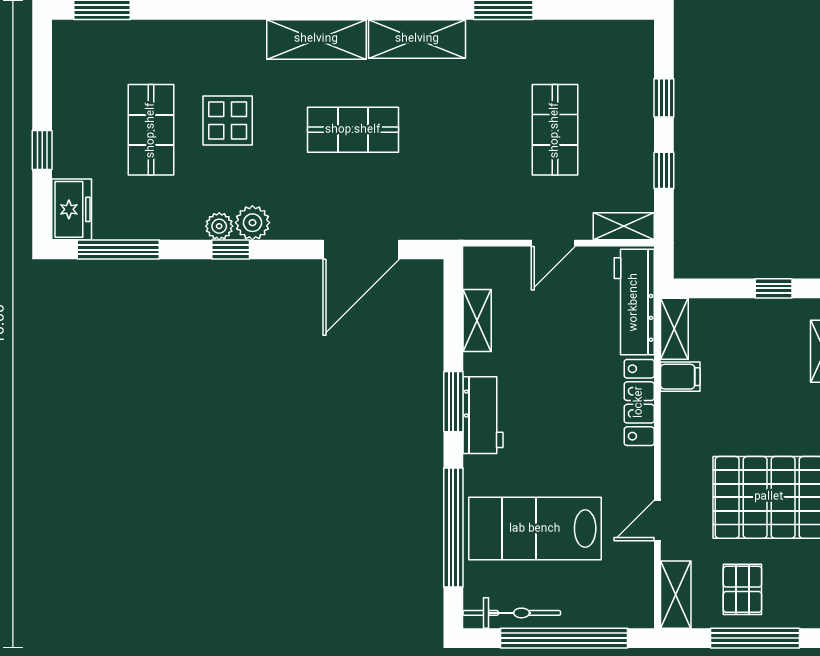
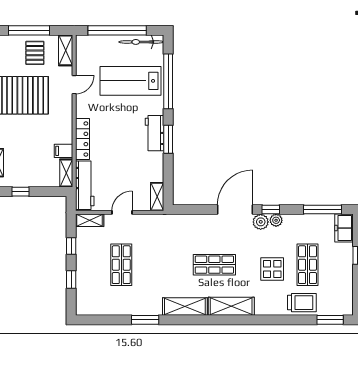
trolley: (163, 48) -> (302, 303), added
door: (361, 250) -> (235, 209), moved
shelving: (477, 321) -> (157, 197), moved
lab bench: (535, 529) -> (130, 81), turned 180

